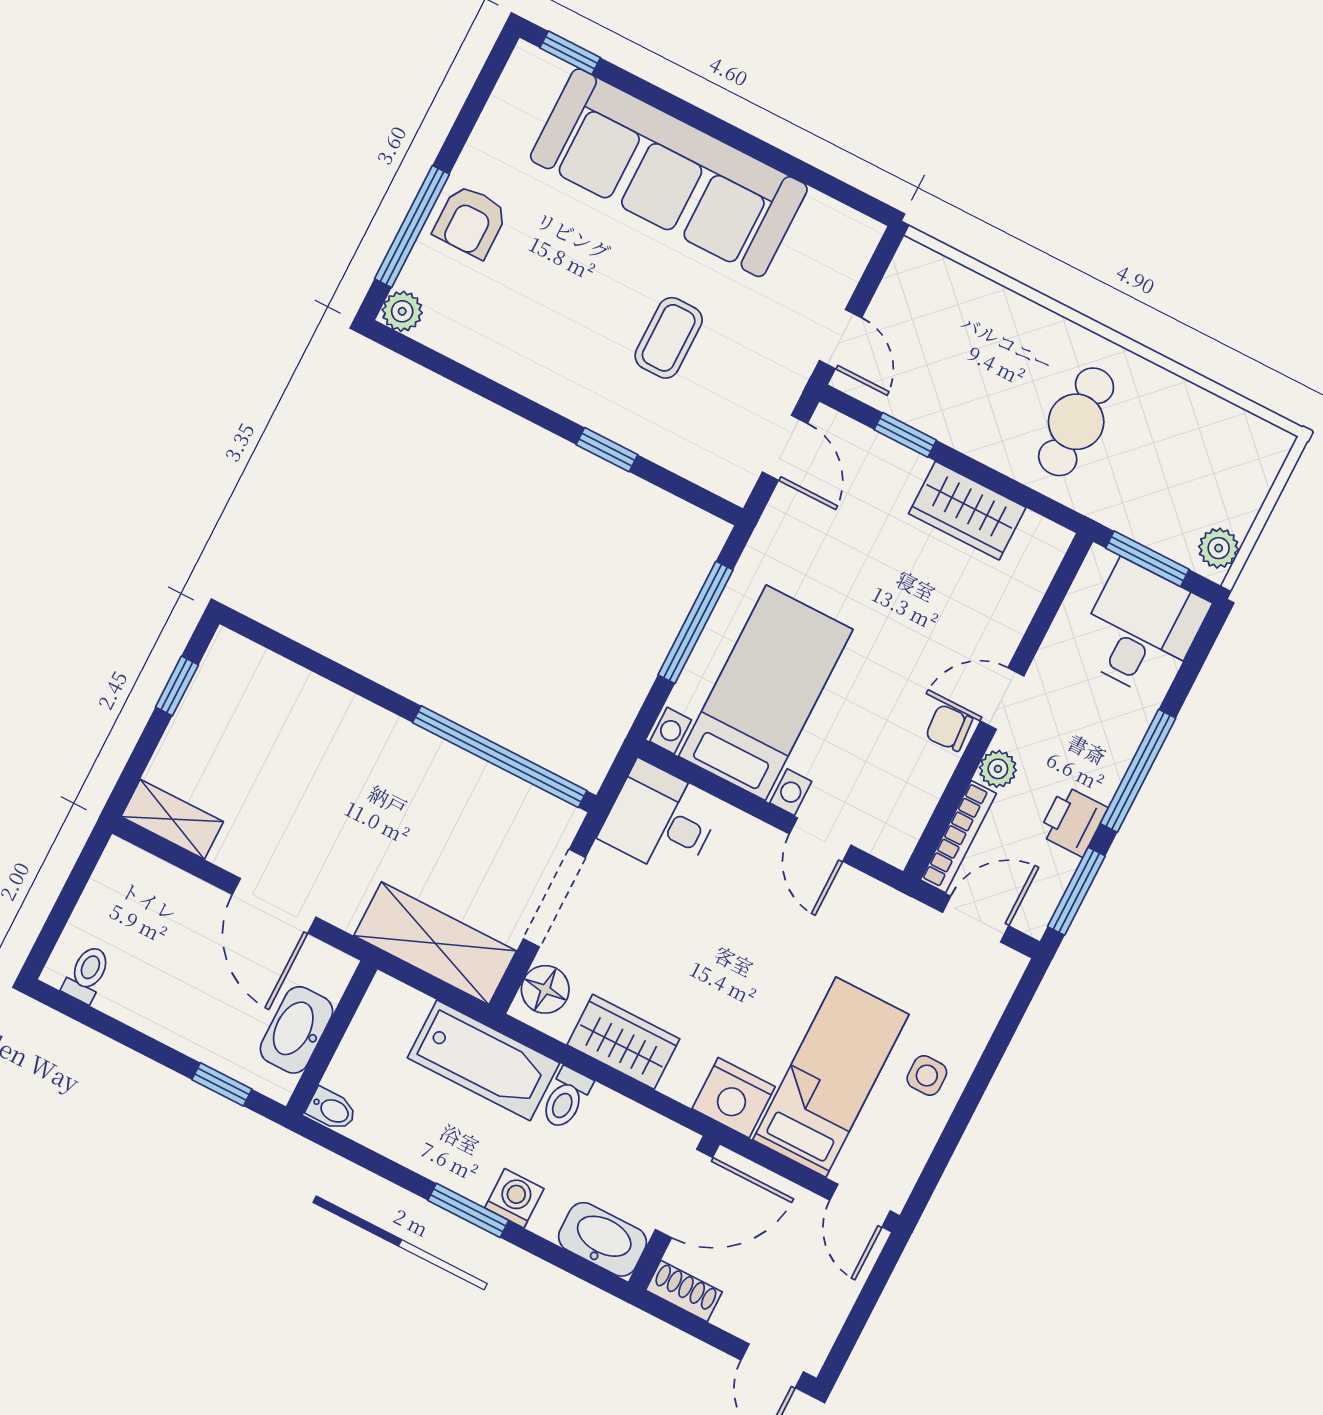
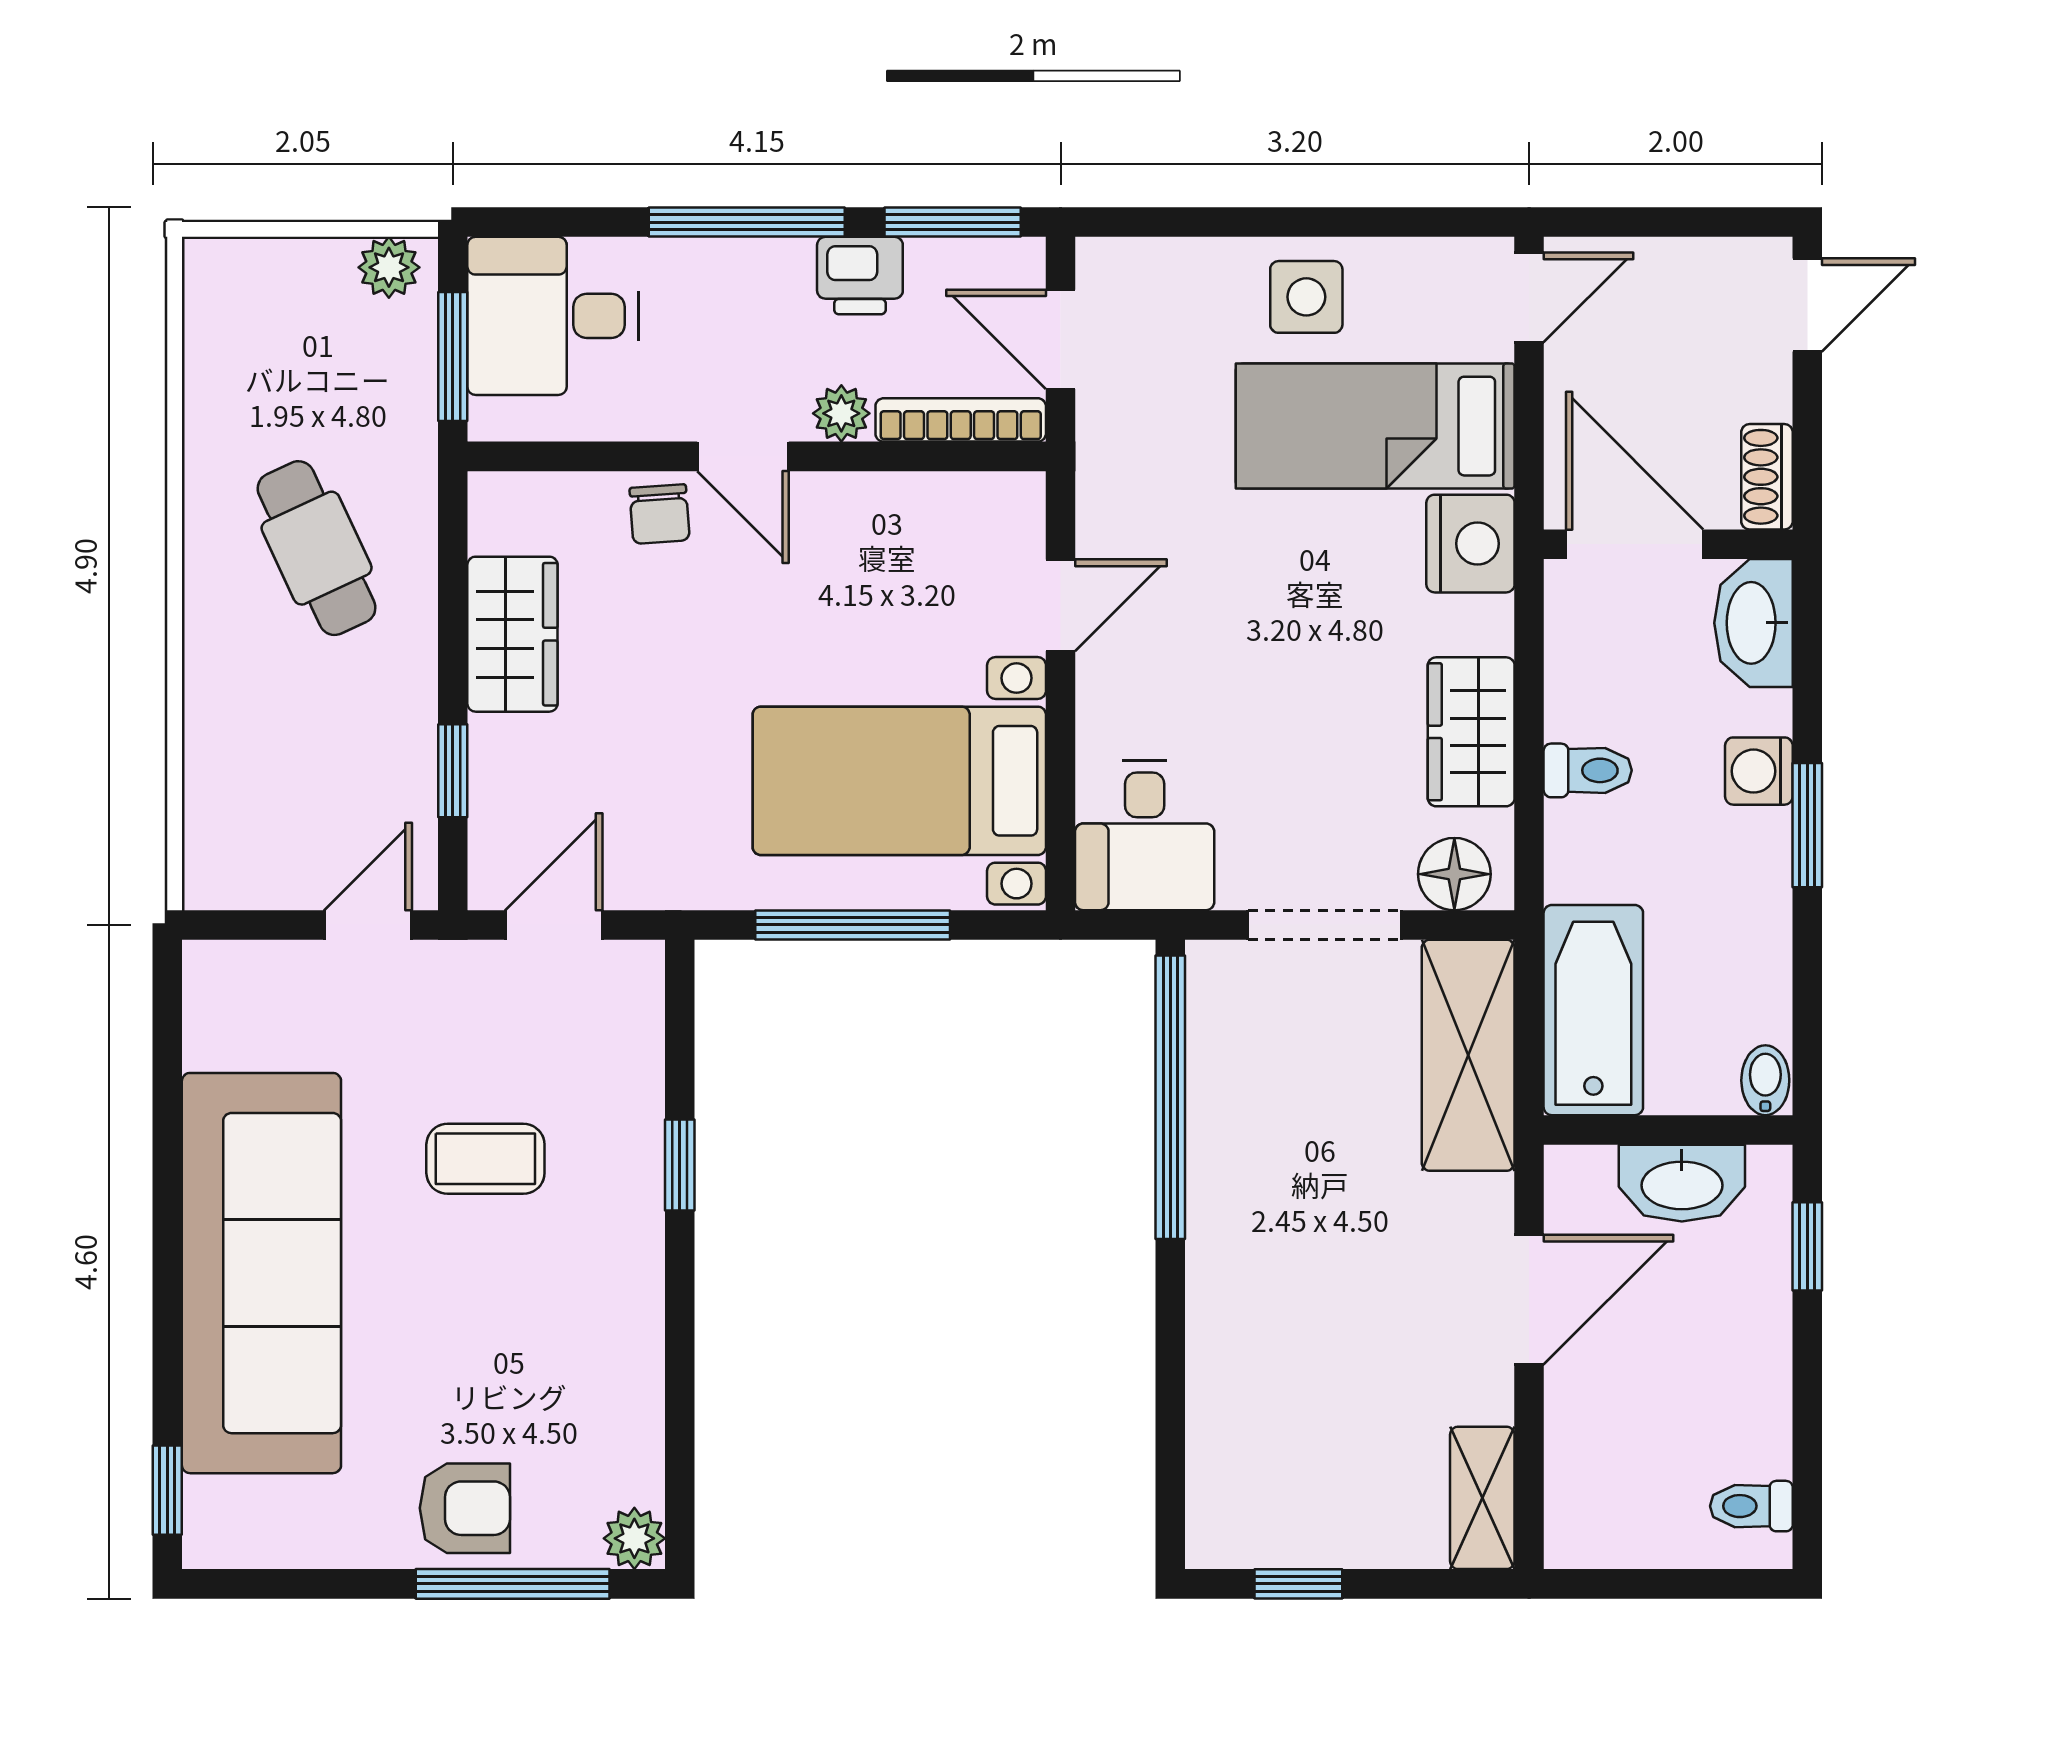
cafe table: (1076, 422) -> (317, 548), turned 65
chair: (949, 728) -> (660, 514), moved
bathtub: (484, 1060) -> (1593, 1010), moved
side table: (927, 1076) -> (1306, 297), width x1.37, depth x1.37

